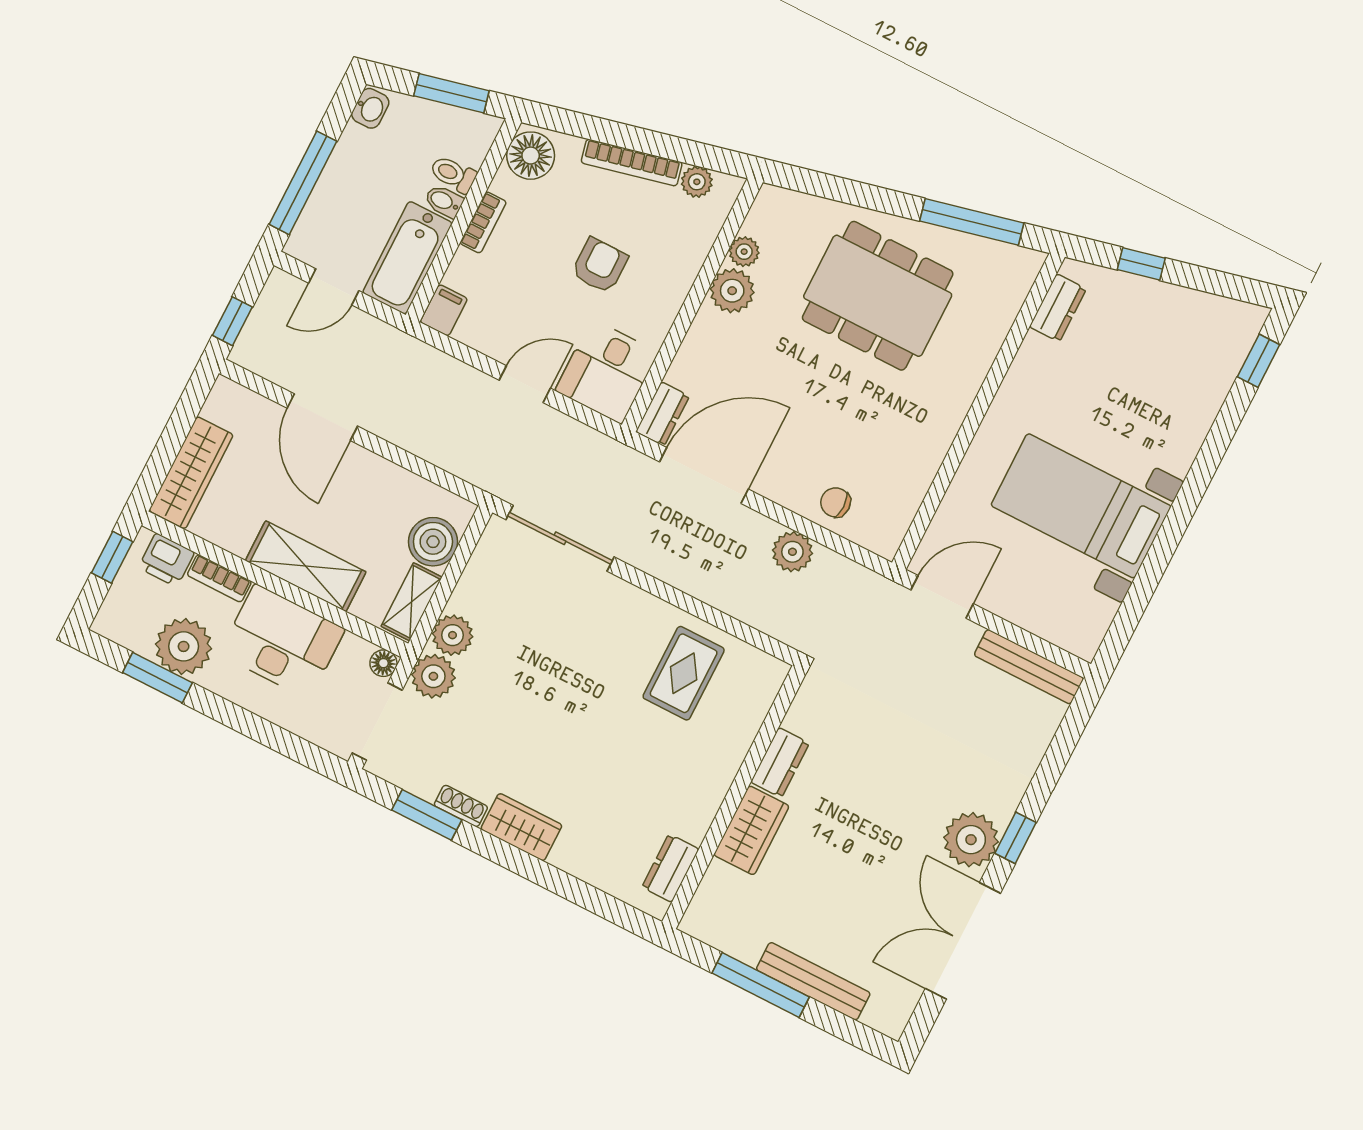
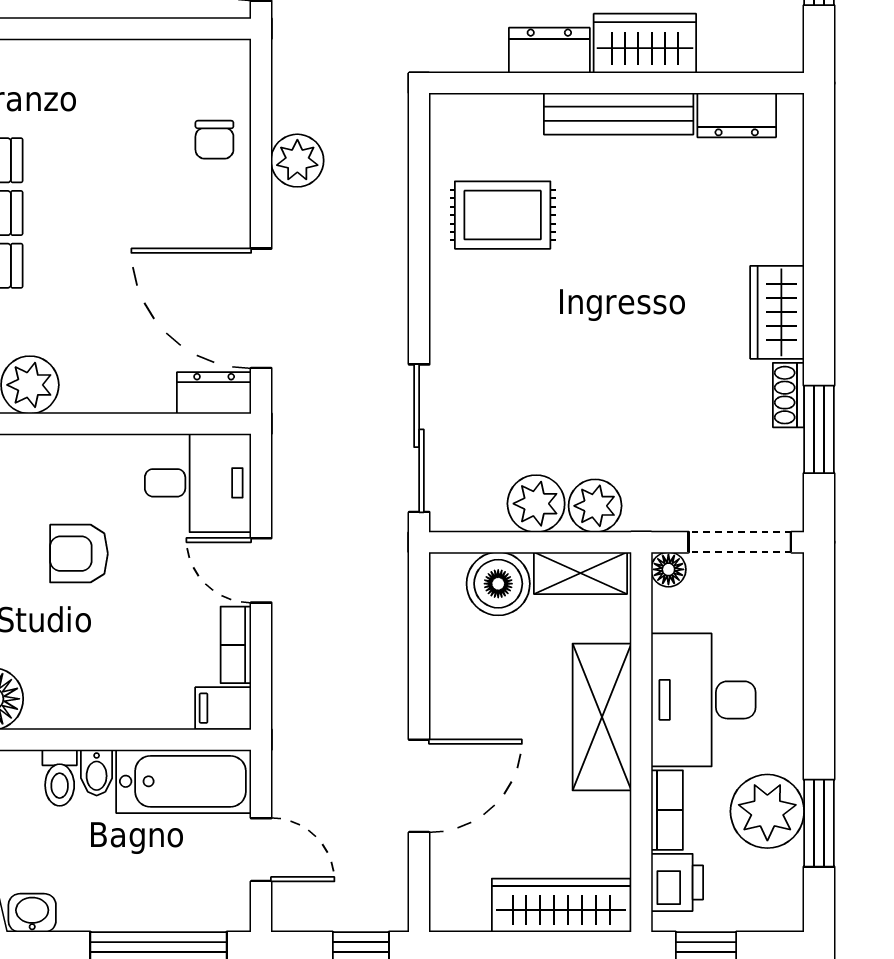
bookcase: (483, 222) -> (236, 645), moved, turned -90
plant: (433, 676) -> (536, 504), moved
bench: (712, 788) -> (619, 114), added

